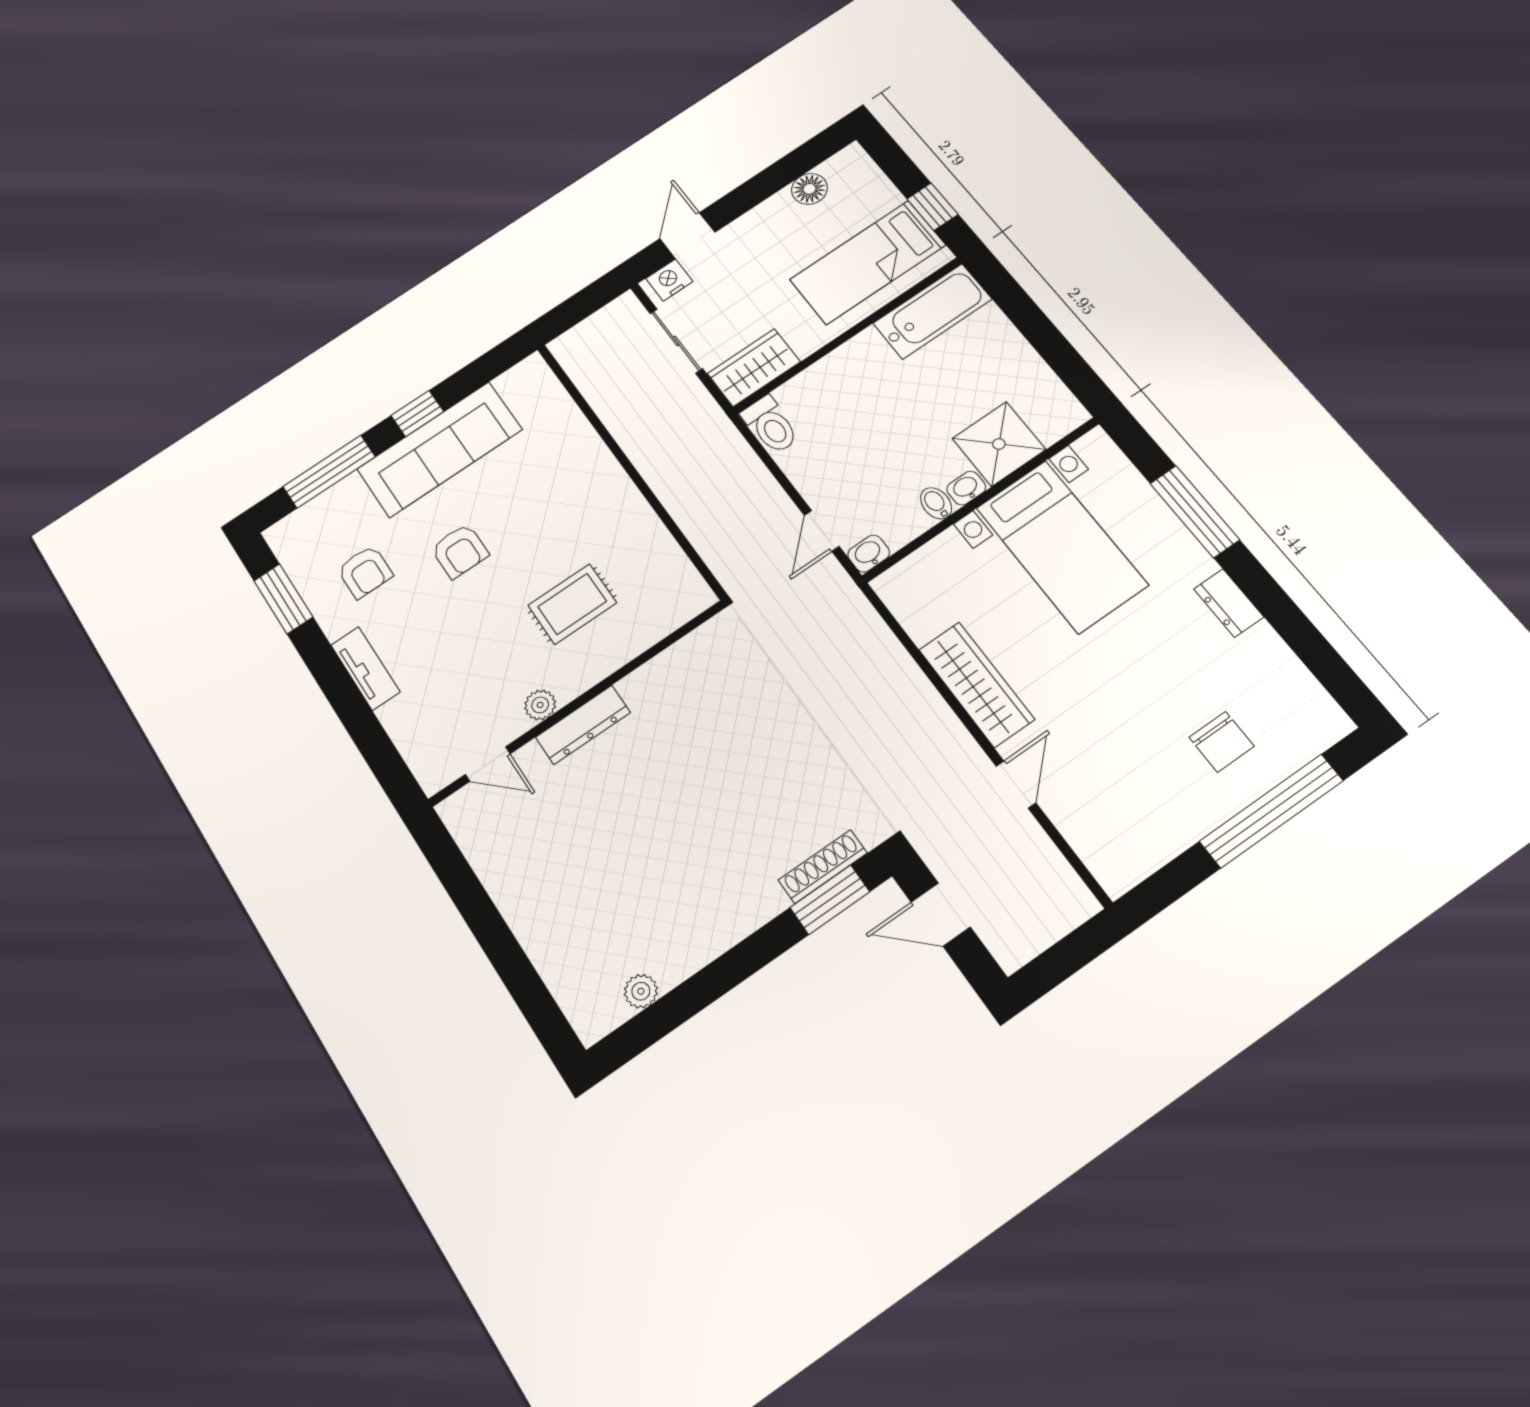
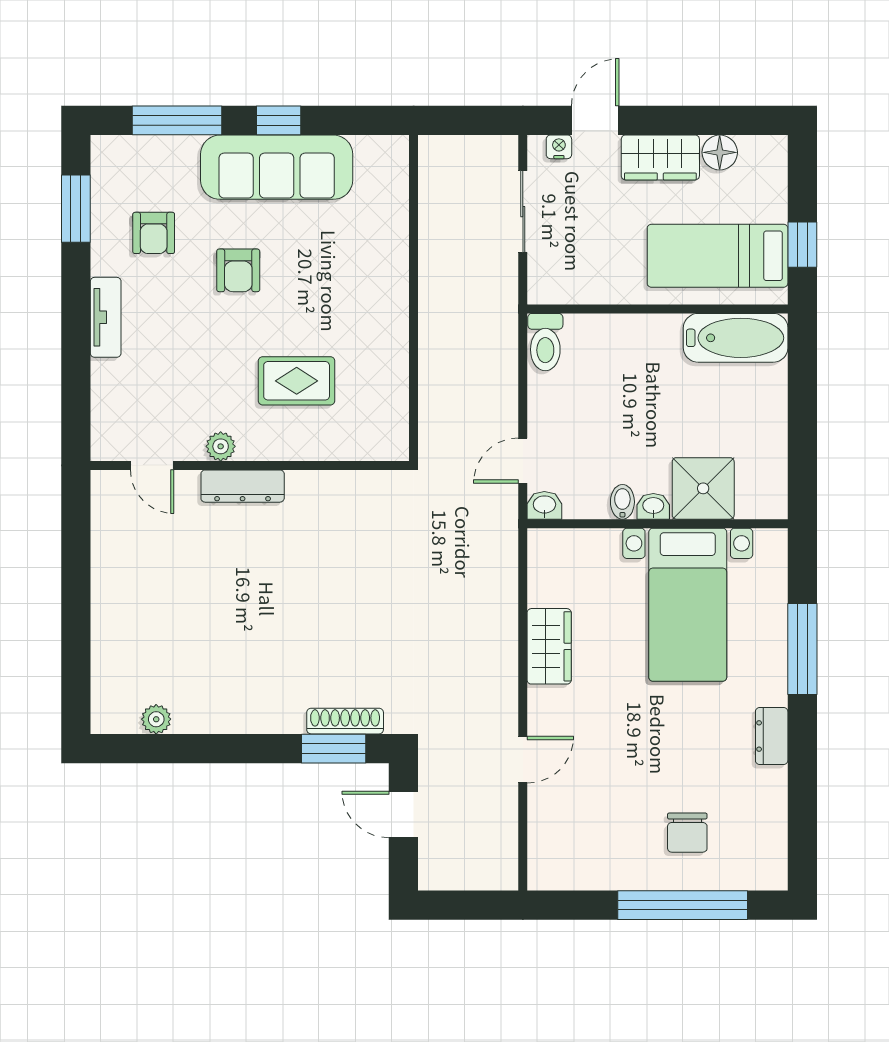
nightstand: (669, 280) -> (559, 147), width x0.72, depth x0.74
wardrobe: (754, 368) -> (660, 157), moved, turned 180
wardrobe: (976, 684) -> (549, 646), width x0.67

